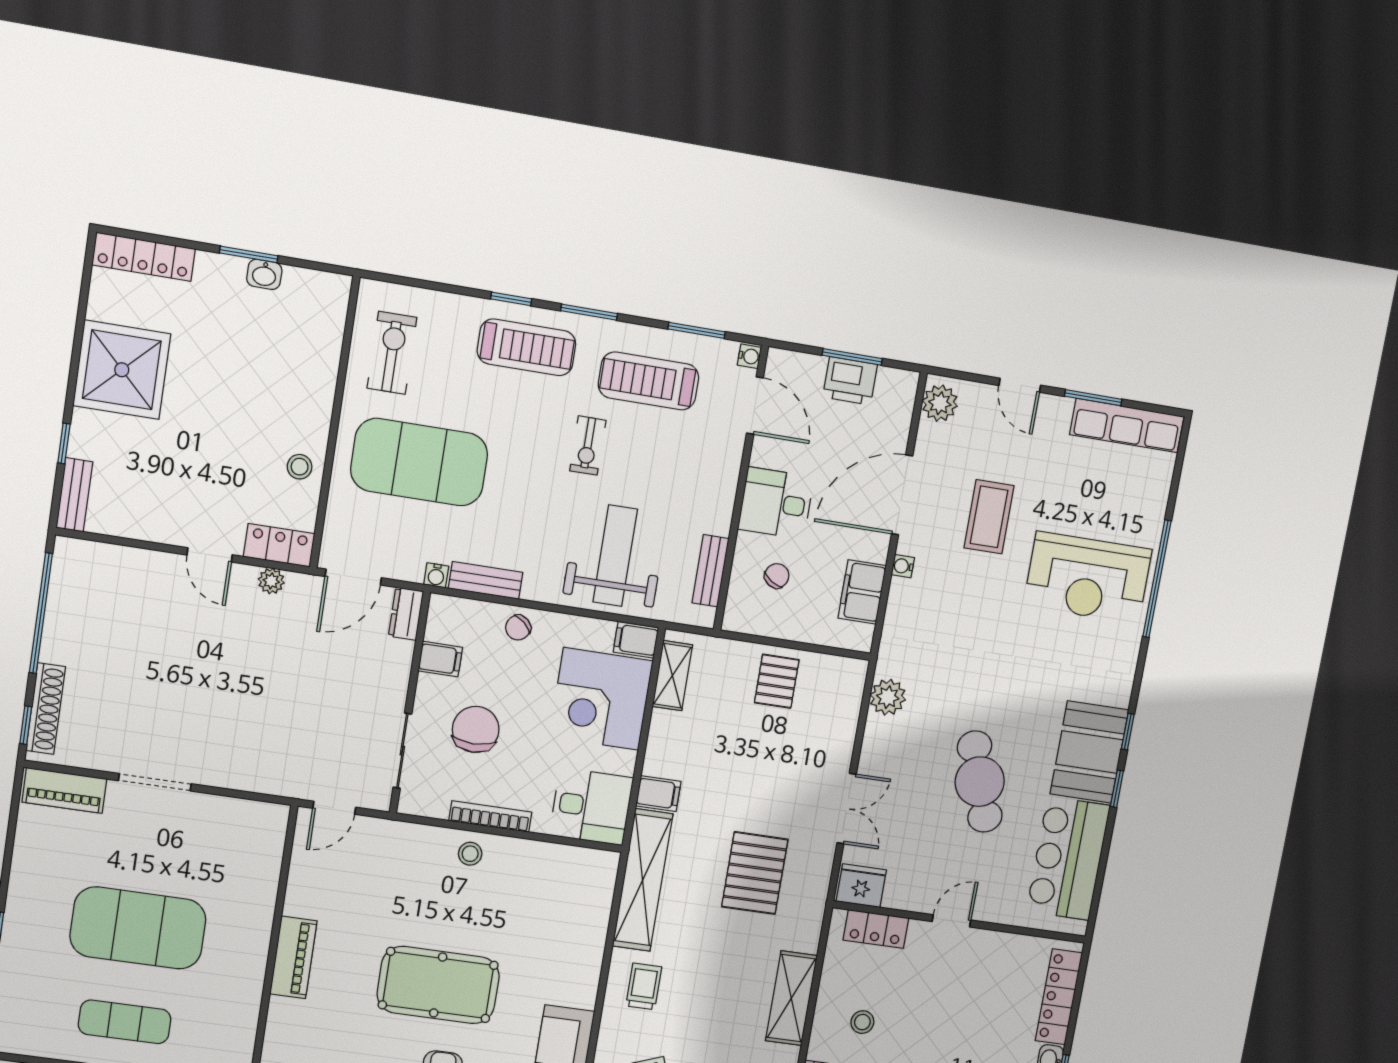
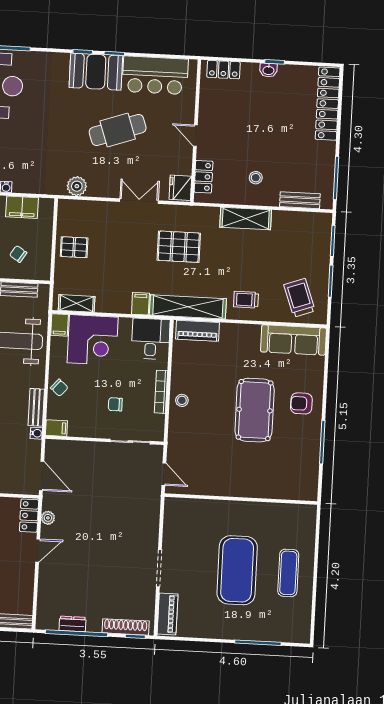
dresser: (406, 614) -> (72, 624), moved, turned 180
filing cabinet: (440, 659) -> (56, 428), moved, turned 90
chair: (476, 729) -> (115, 404), width x0.54, depth x0.54
piano: (293, 957) -> (198, 331), moved, turned 180
locker: (1059, 997) -> (223, 70), width x0.66

